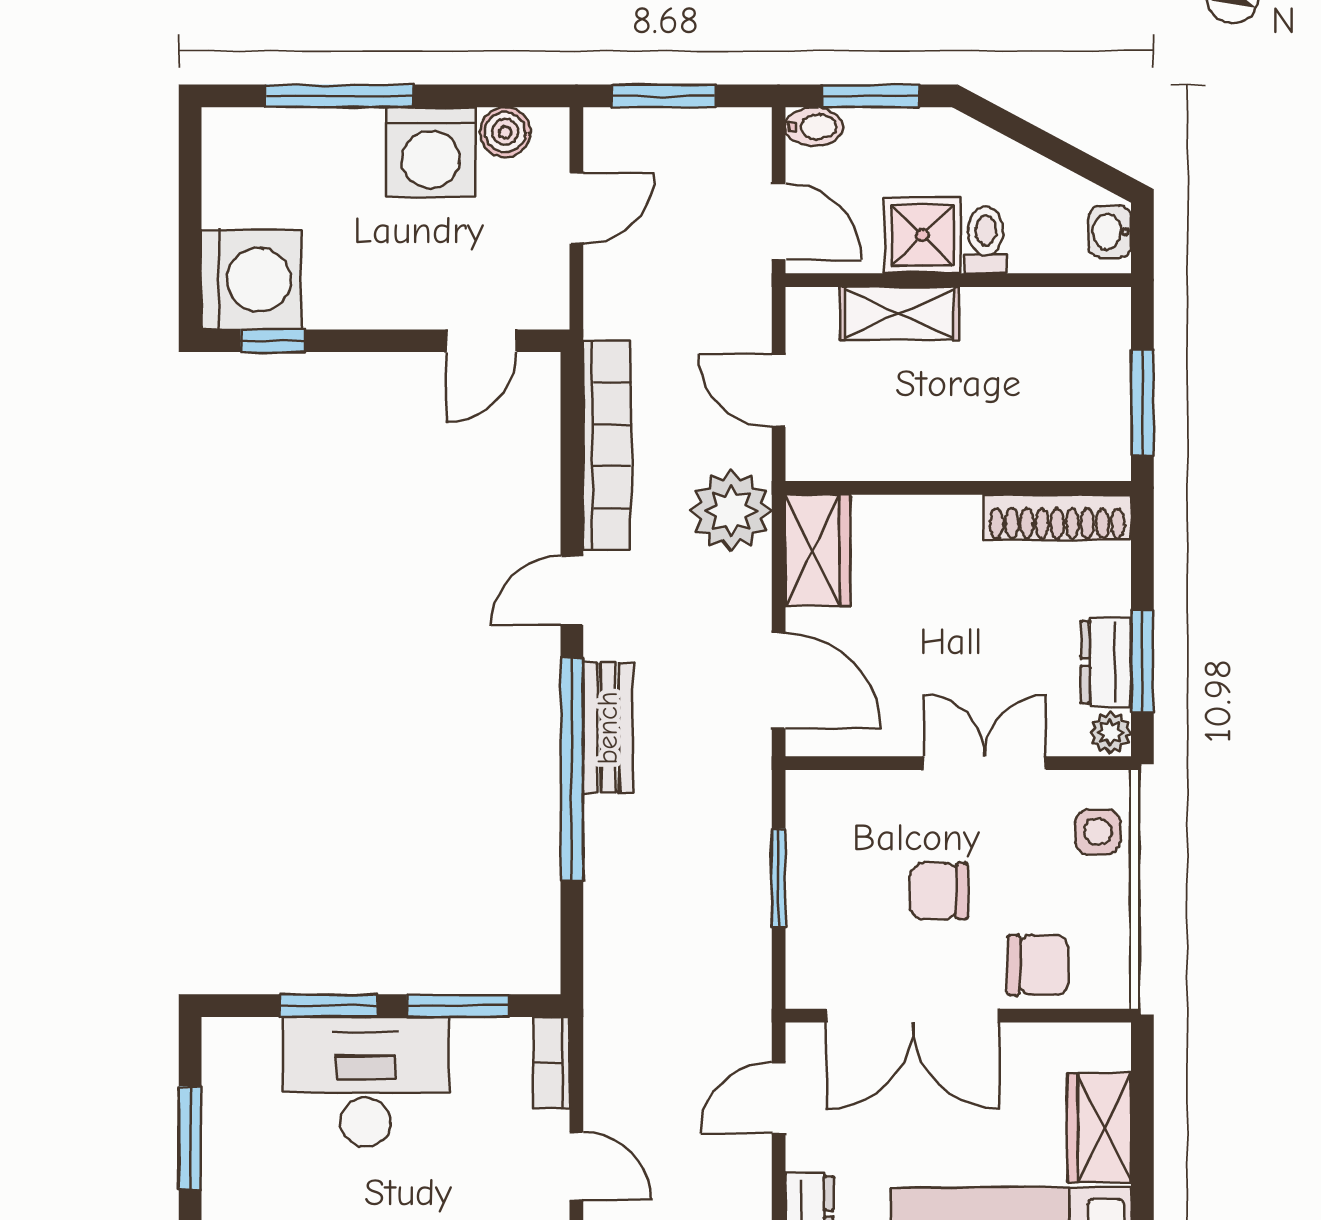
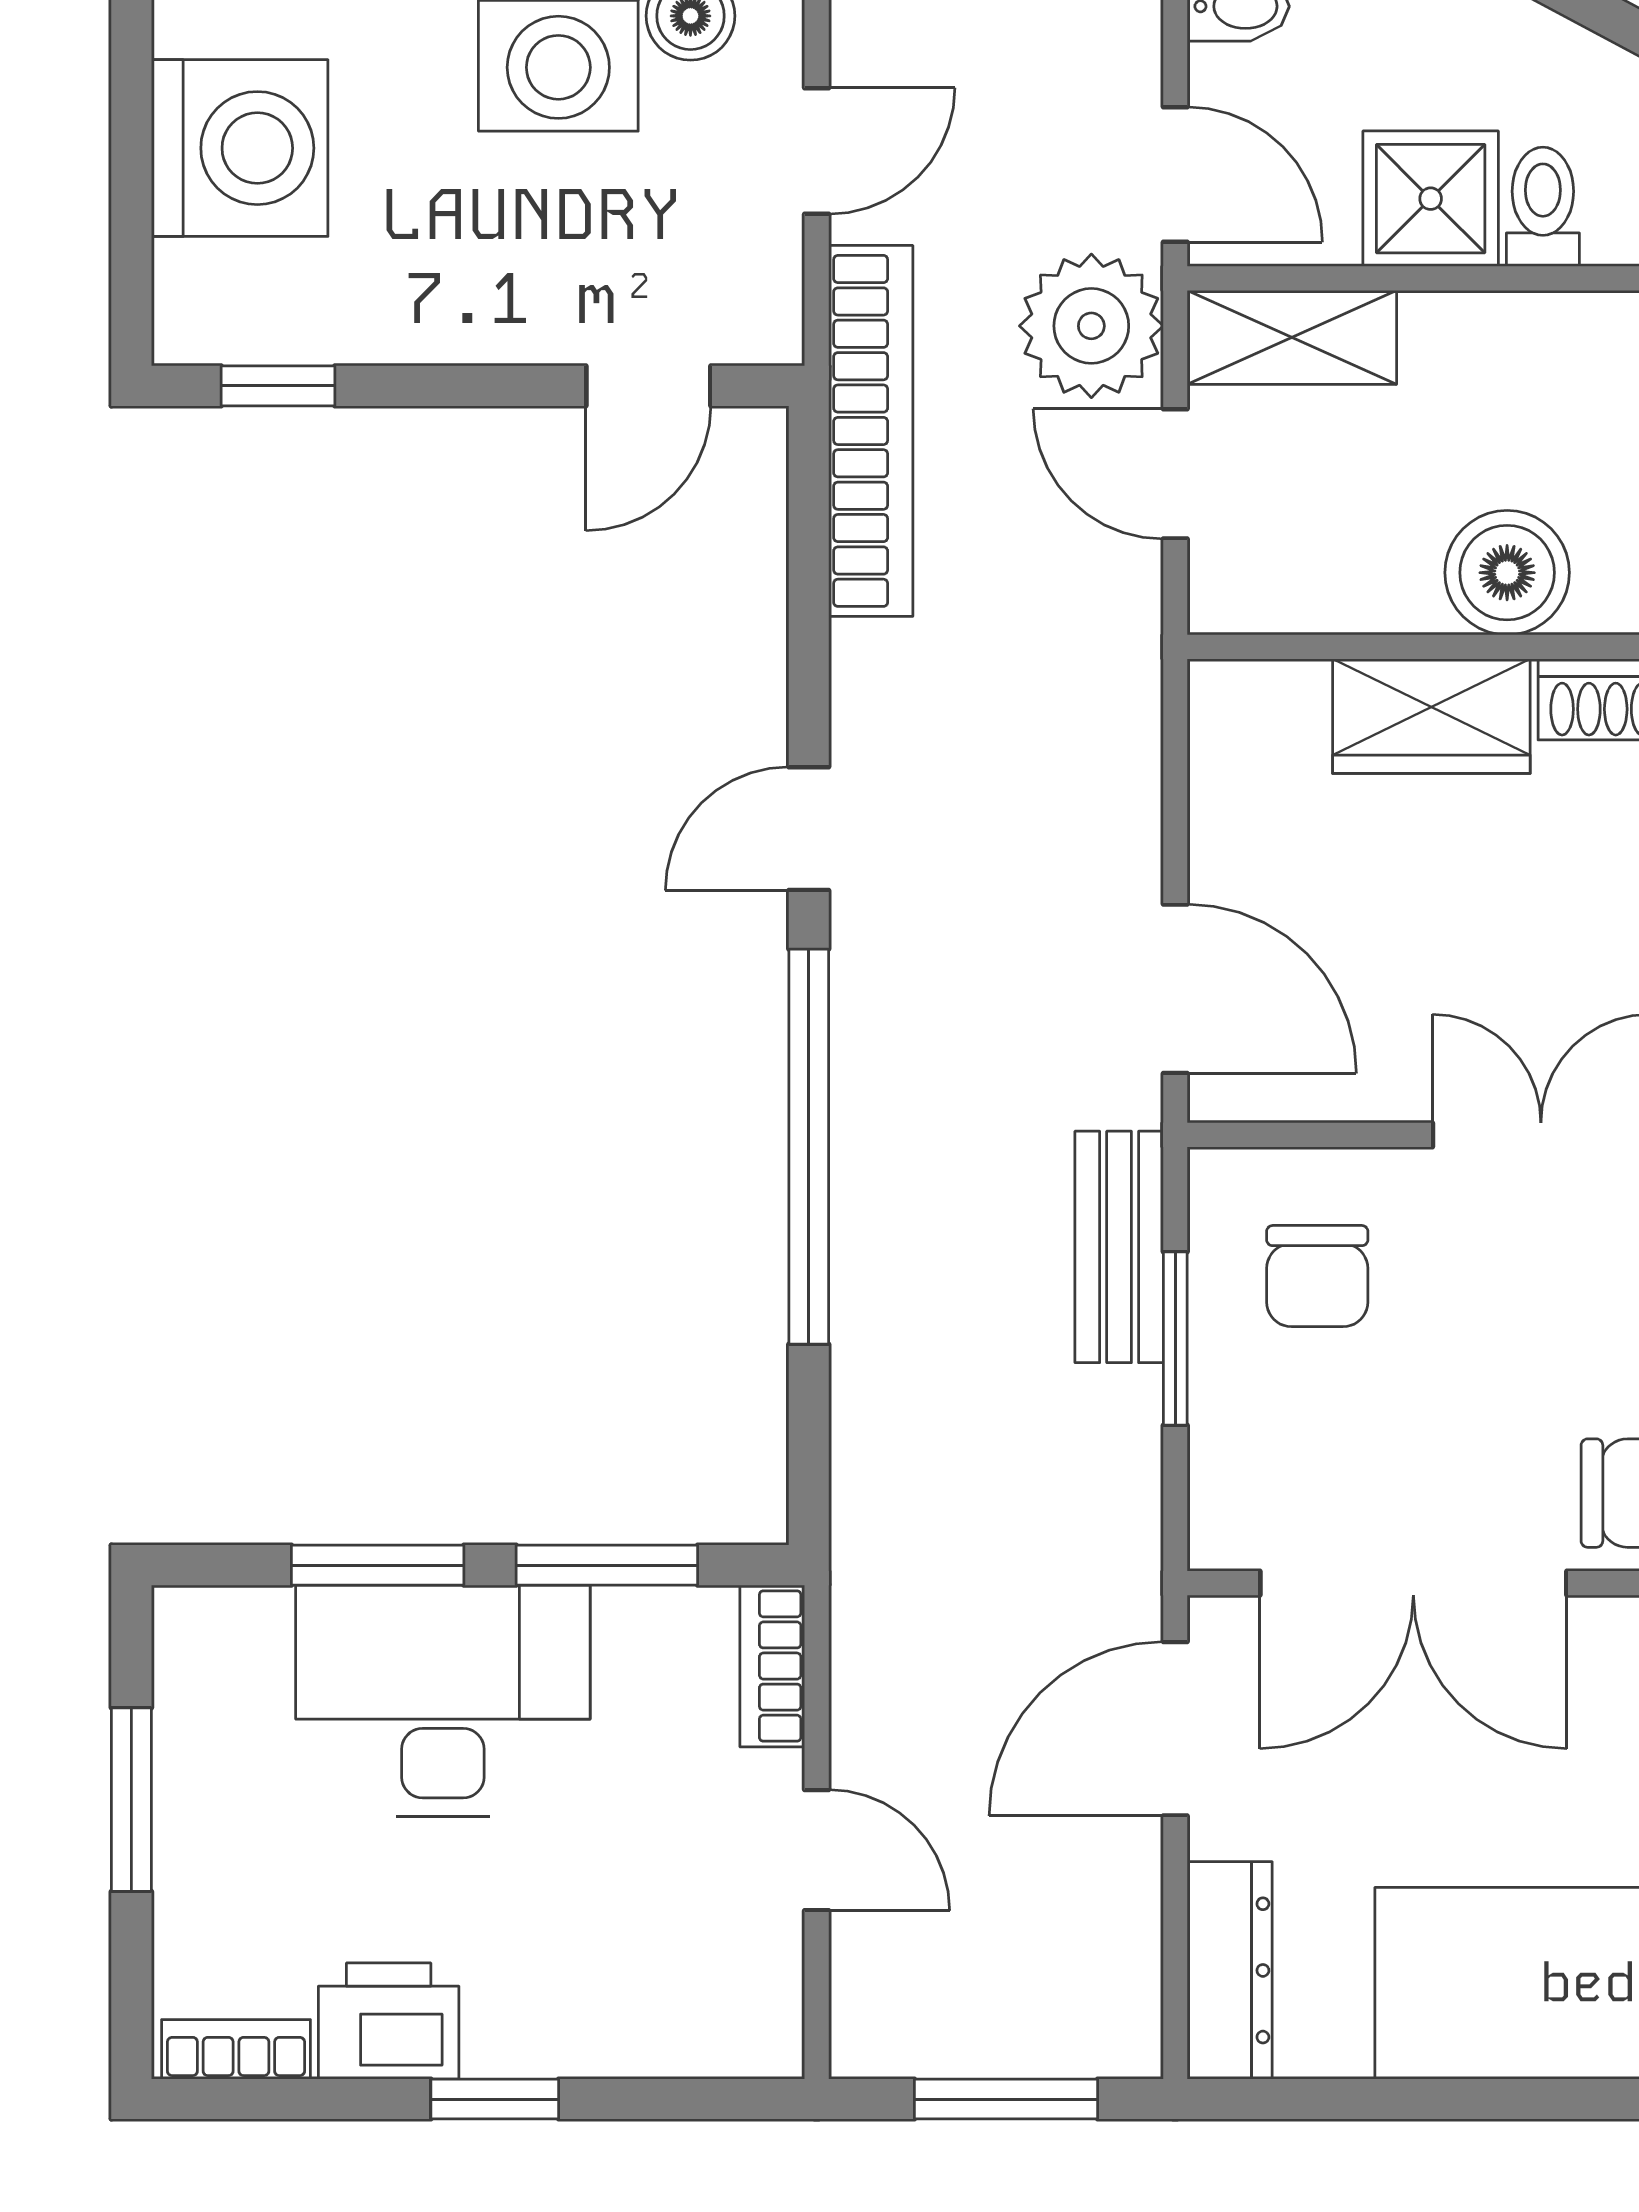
washing machine: (251, 280) -> (240, 148), moved
shelving: (900, 313) -> (1292, 337), moved
bookcase: (607, 446) -> (871, 431), moved
boiler: (966, 446) -> (1507, 573), added
plant: (731, 511) -> (1091, 326), moved
wardrobe: (818, 550) -> (1431, 716), moved, turned 90
bench: (608, 728) -> (1119, 1247), moved
chair: (939, 891) -> (1317, 1276), moved, turned -90
door: (779, 1098) -> (1175, 1729), width x1.38

